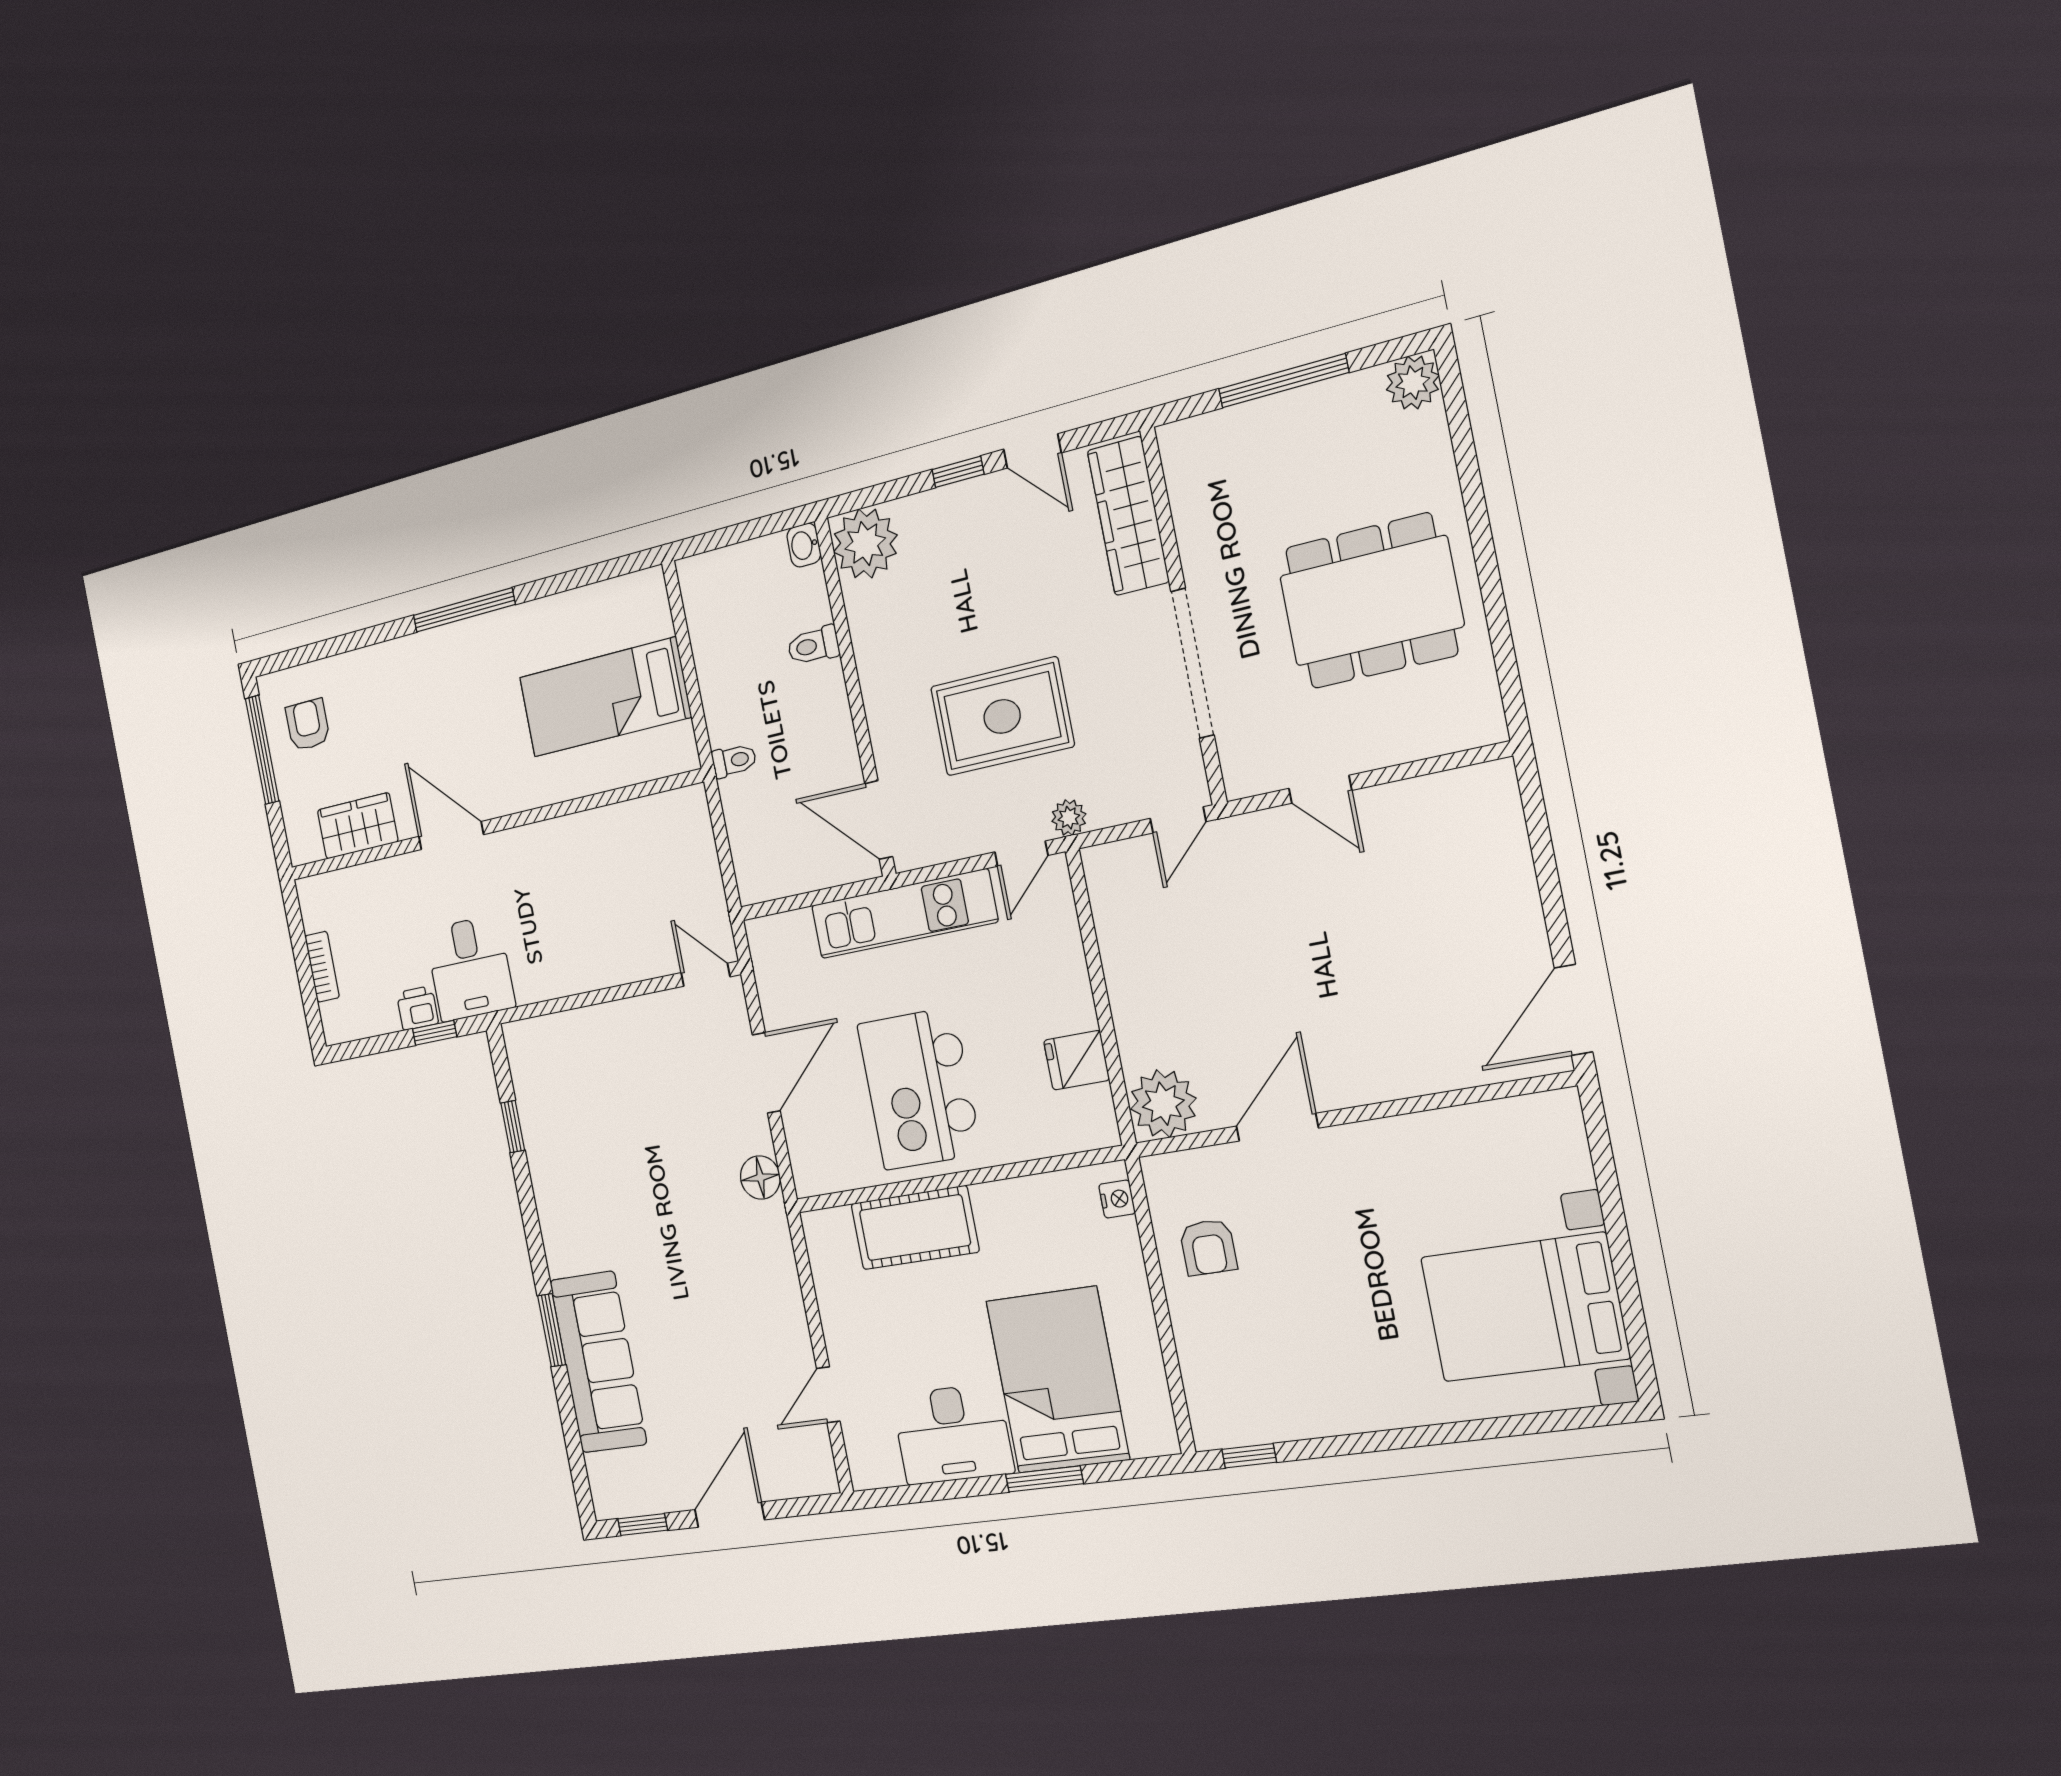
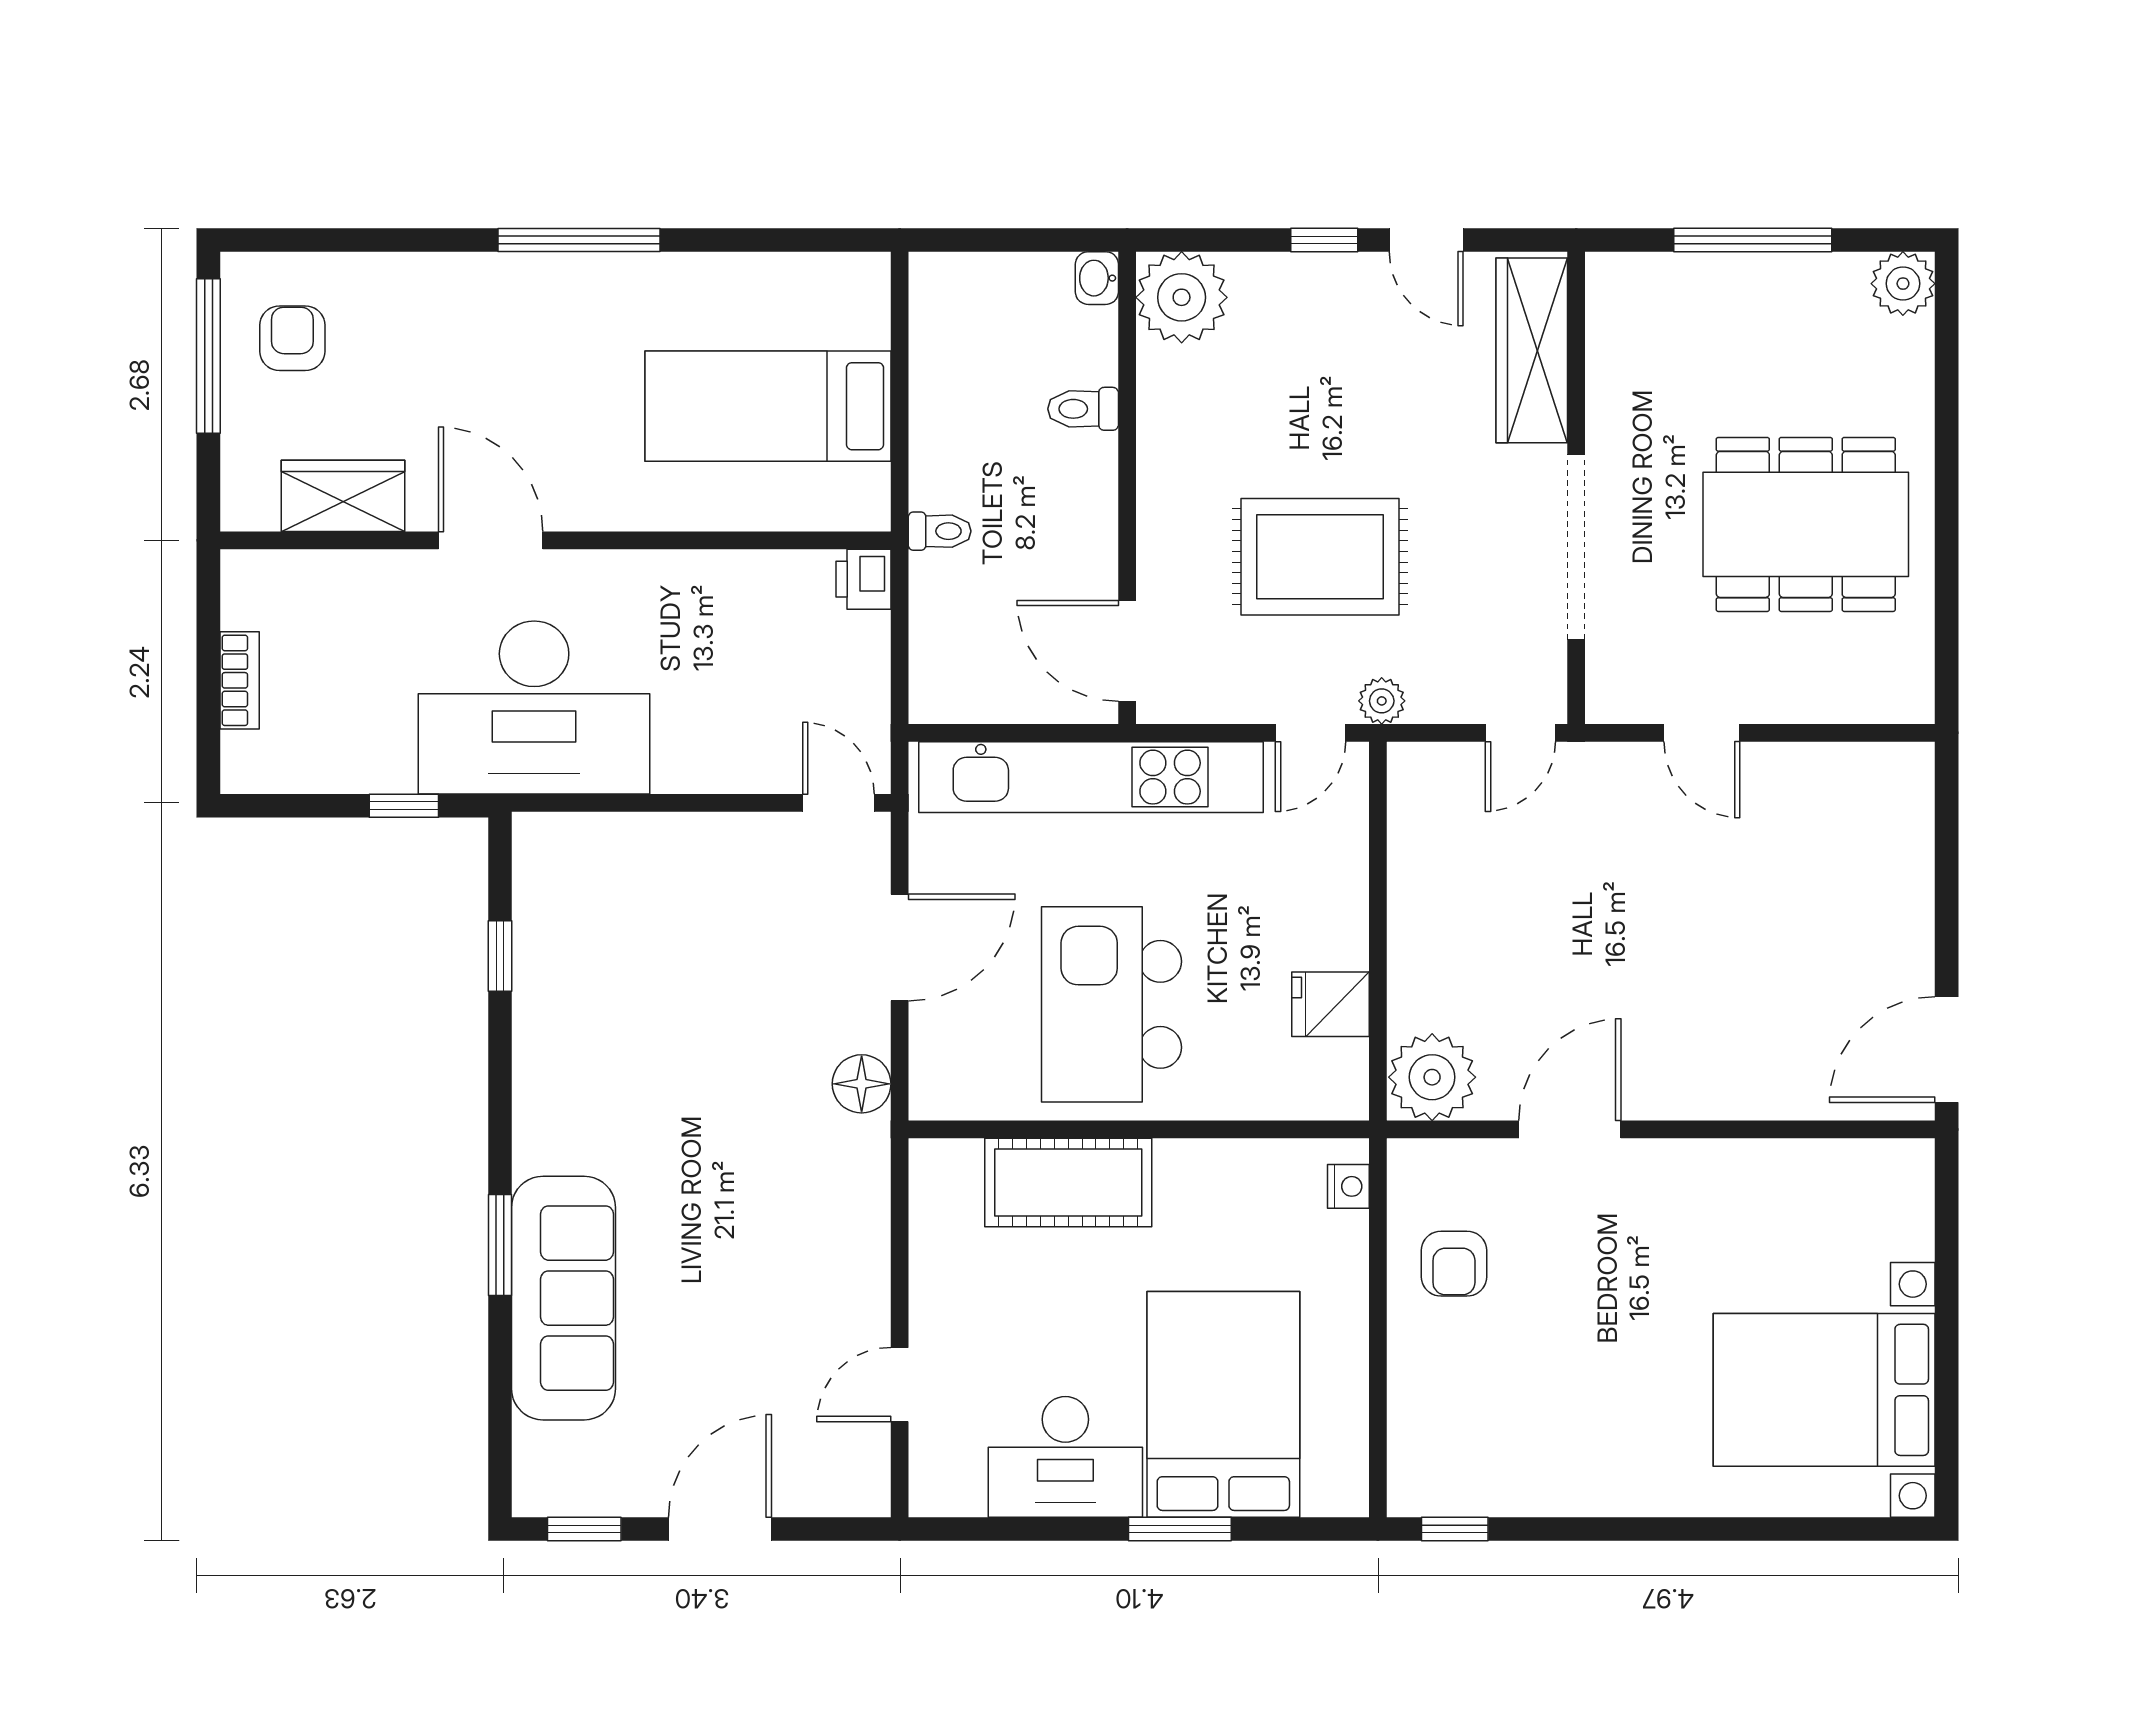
kitchen unit: (904, 914) -> (1091, 777), width x1.36
desk: (470, 968) -> (534, 707), width x1.87, depth x1.30
printer: (417, 1008) -> (863, 579), moved, turned -90

